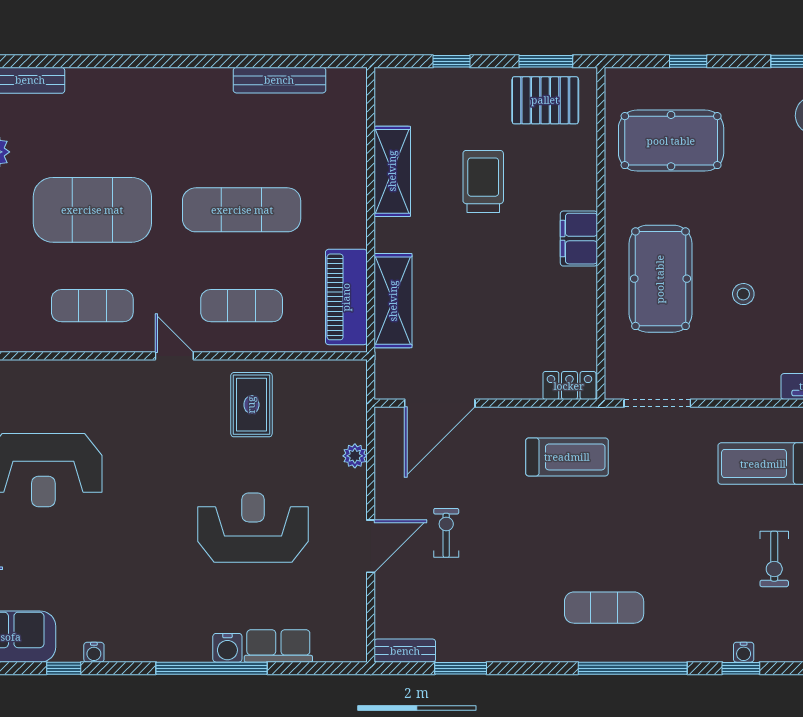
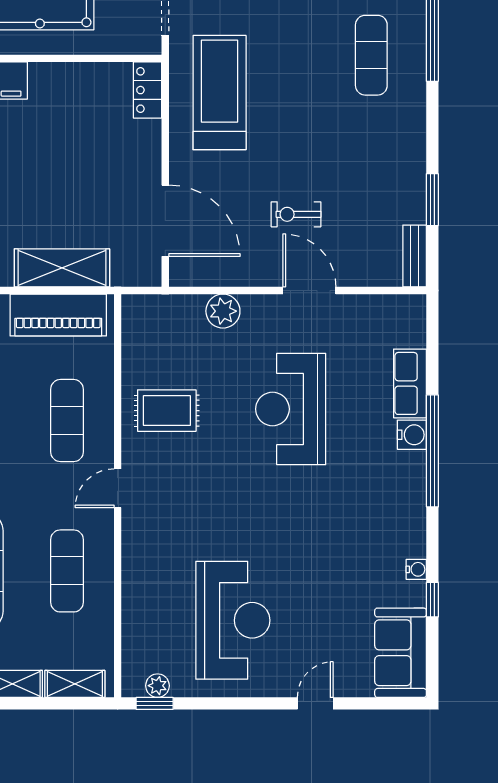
plant: (355, 456) -> (223, 311), width x1.38, depth x1.38
treadmill: (567, 457) -> (220, 93), width x1.37, depth x1.38

